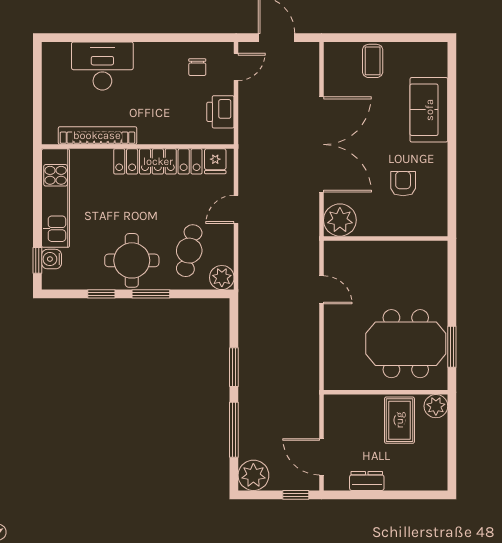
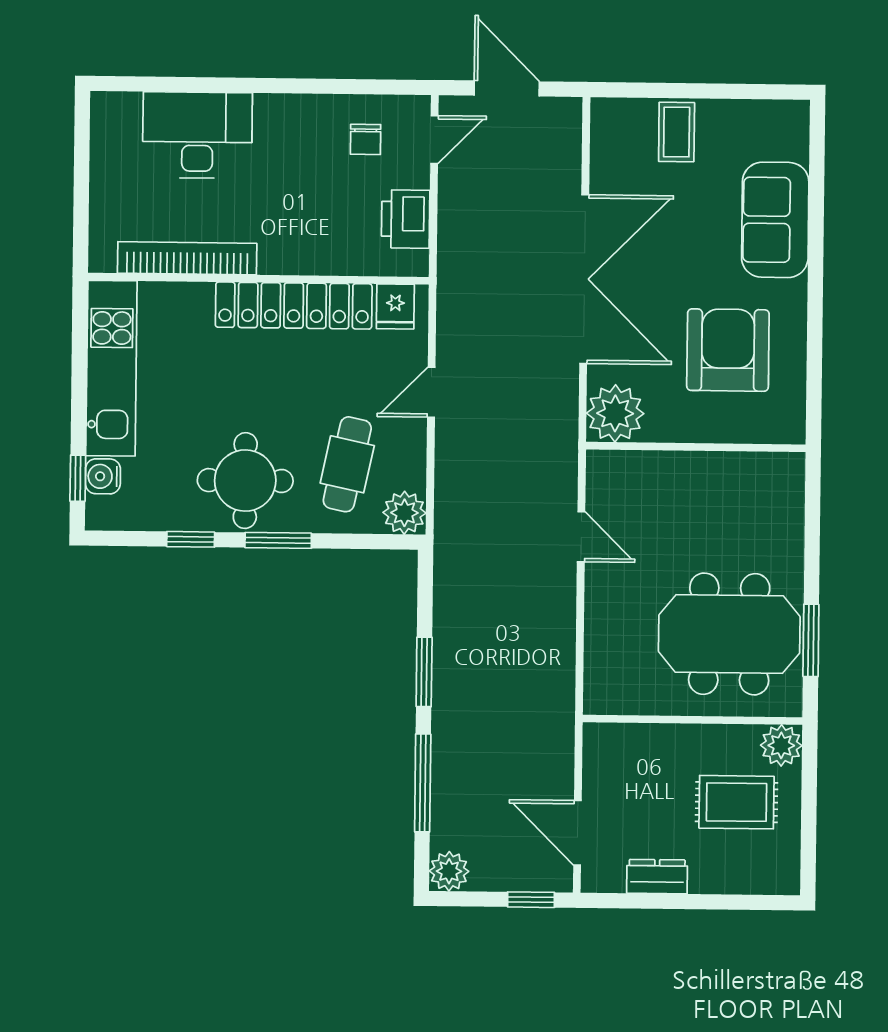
armchair: (403, 184) -> (728, 350), width x1.88, depth x1.88
rug: (399, 420) -> (737, 802), moved, turned 90
plant: (253, 475) -> (449, 871), width x0.73, depth x0.73

